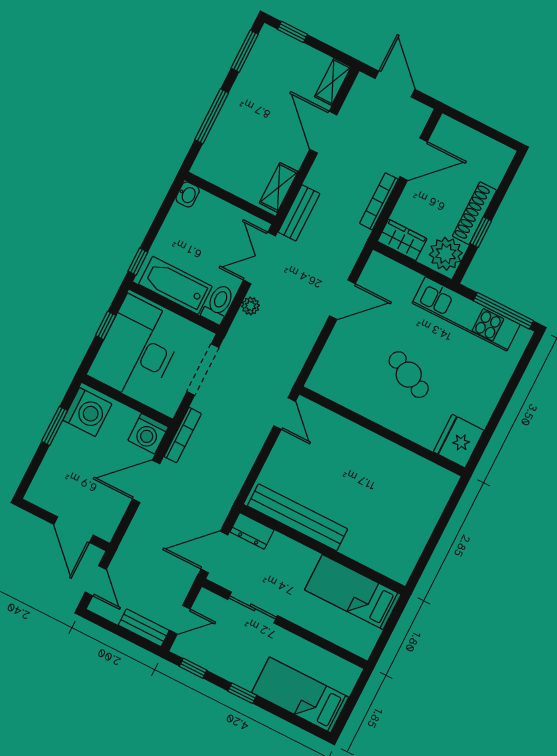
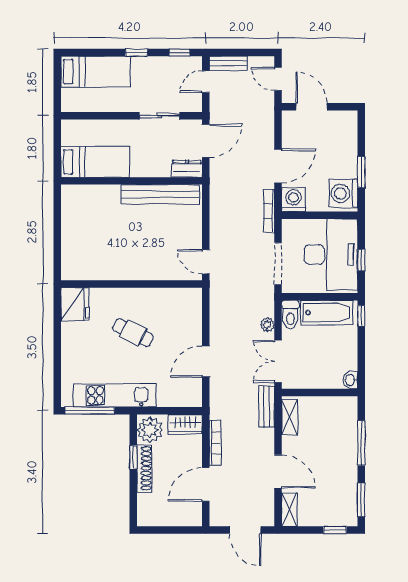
double door: (259, 258) -> (278, 361), swing flipped

